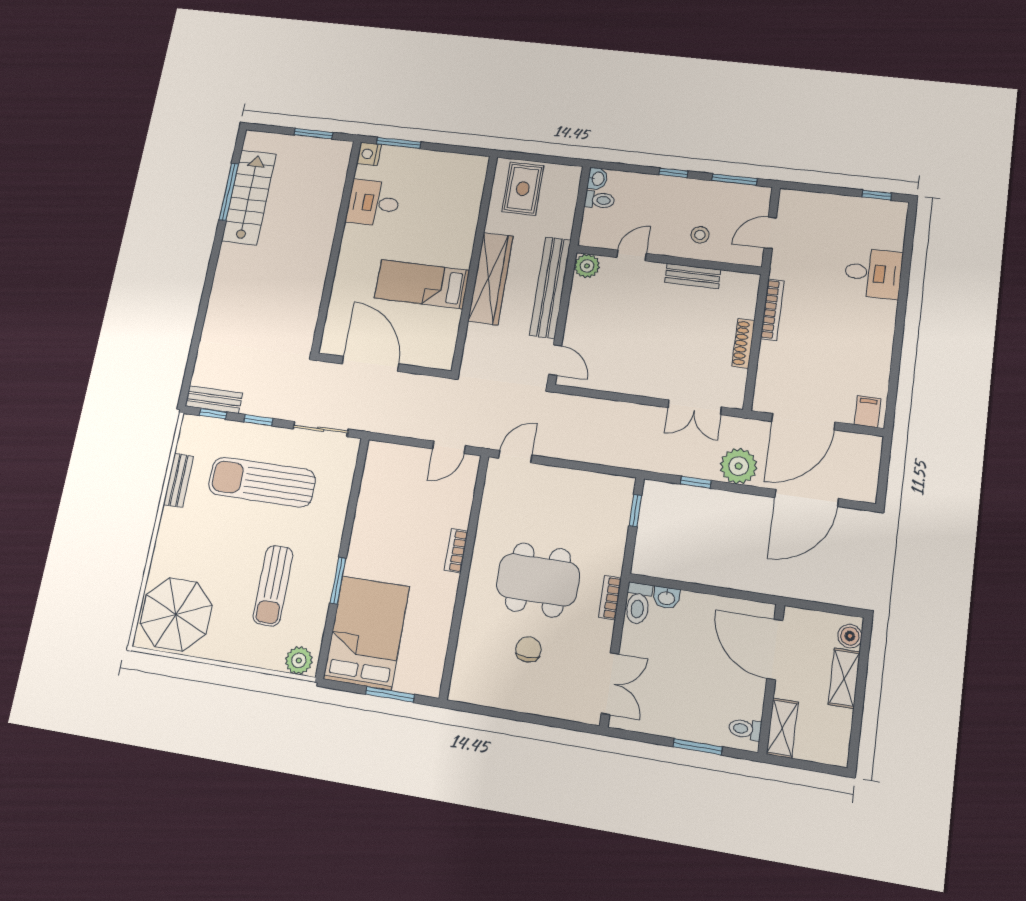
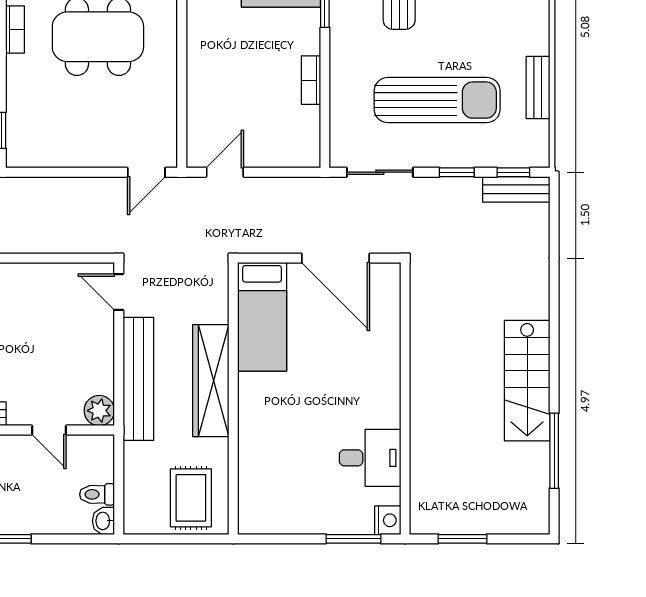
stairs: (249, 197) -> (527, 381), moved
door: (632, 255) -> (49, 430), hinge flipped
bed: (422, 284) -> (262, 317), moved, turned 90
bookcase: (456, 551) -> (311, 80), moved, turned 180

